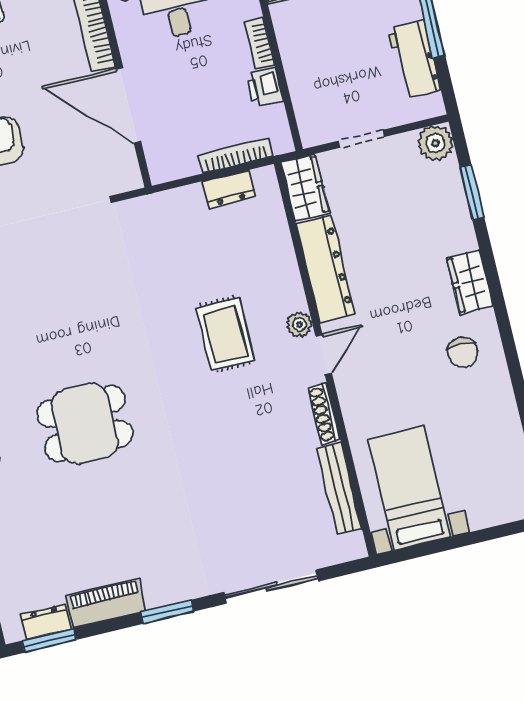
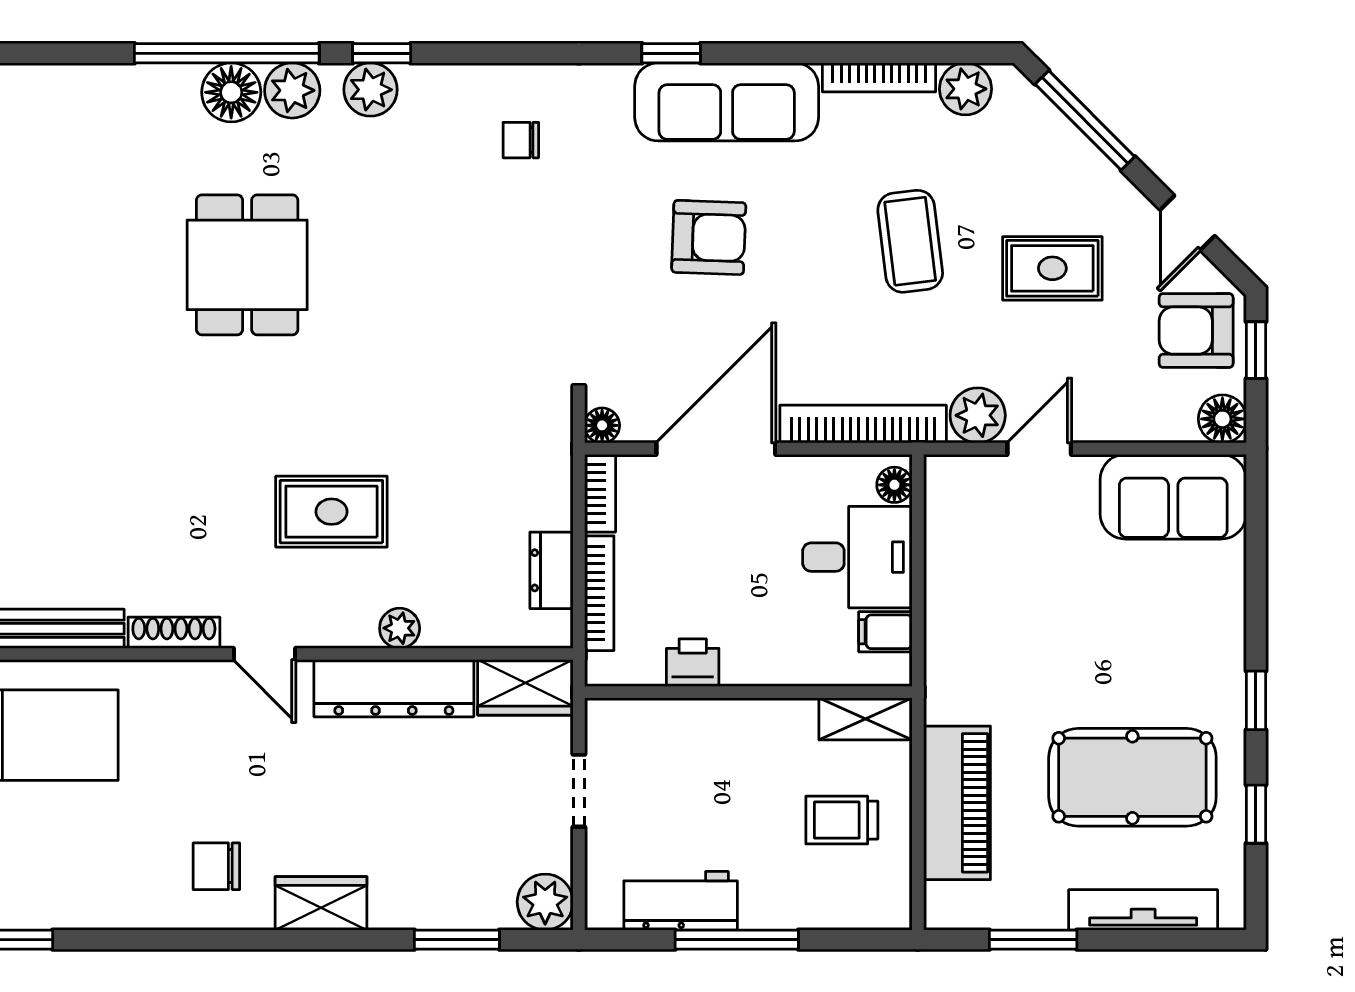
bookcase: (260, 43) -> (600, 493), moved, turned 90
floor lamp: (131, 179) -> (602, 425), added
plant: (299, 324) -> (400, 628), moved

